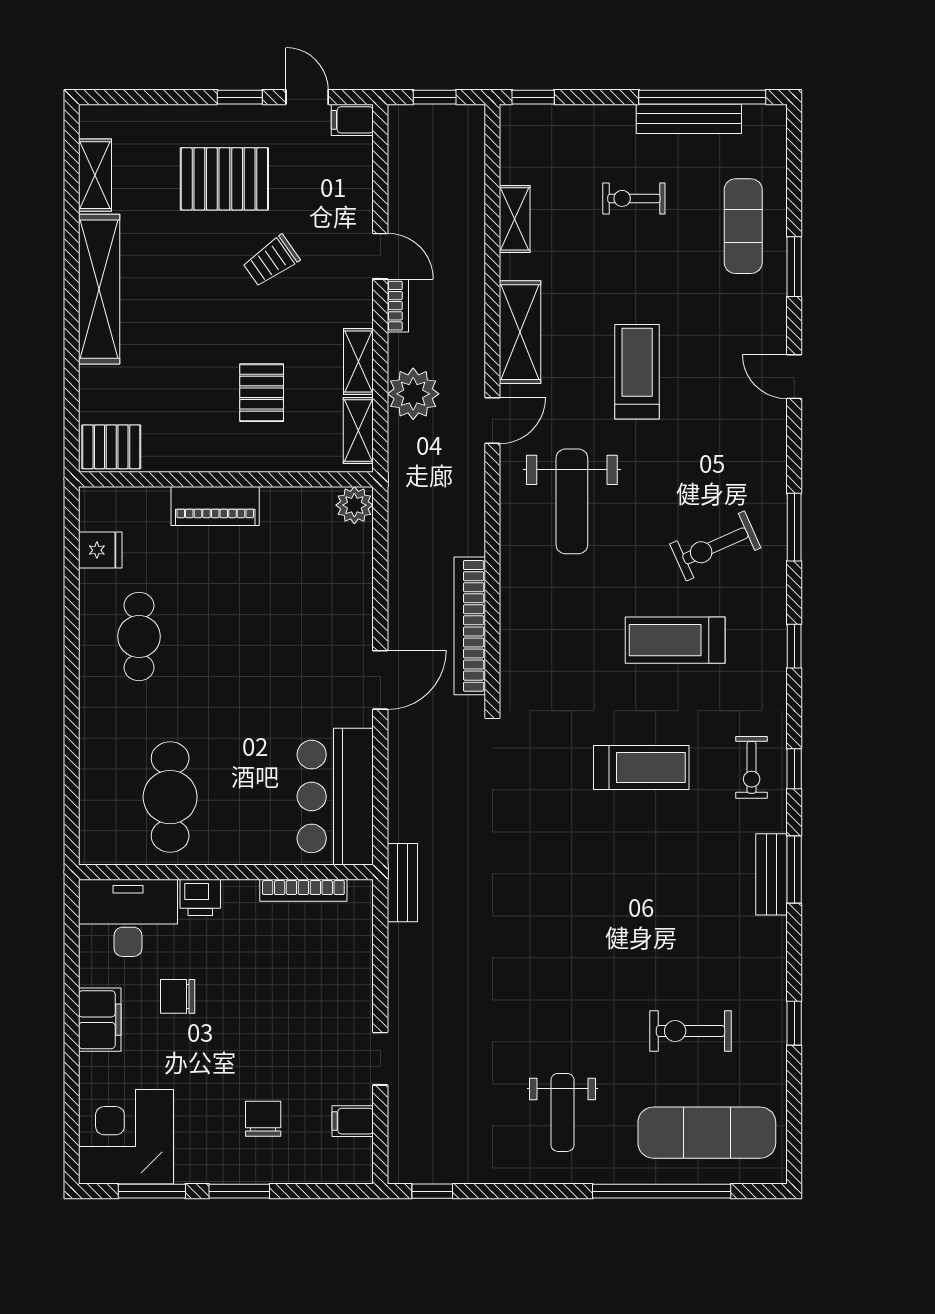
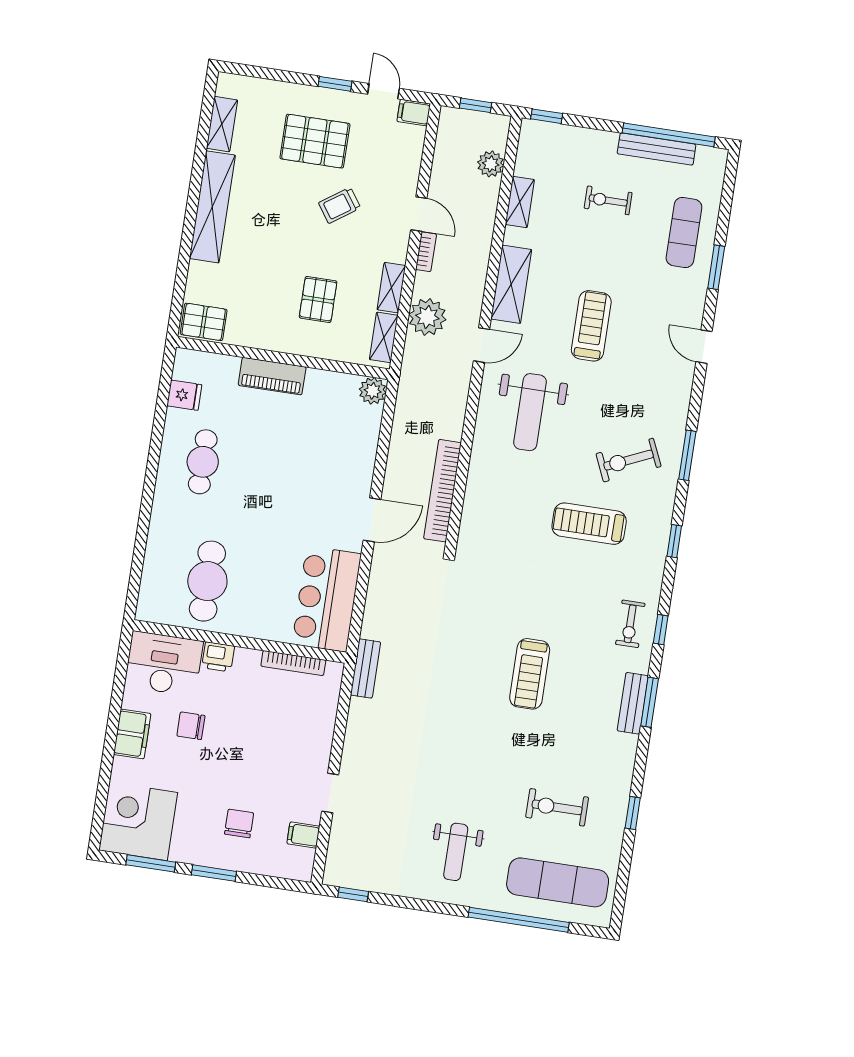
plant: (467, 173) -> (491, 164), added
treadmill: (641, 768) -> (530, 674), moved, turned 90

